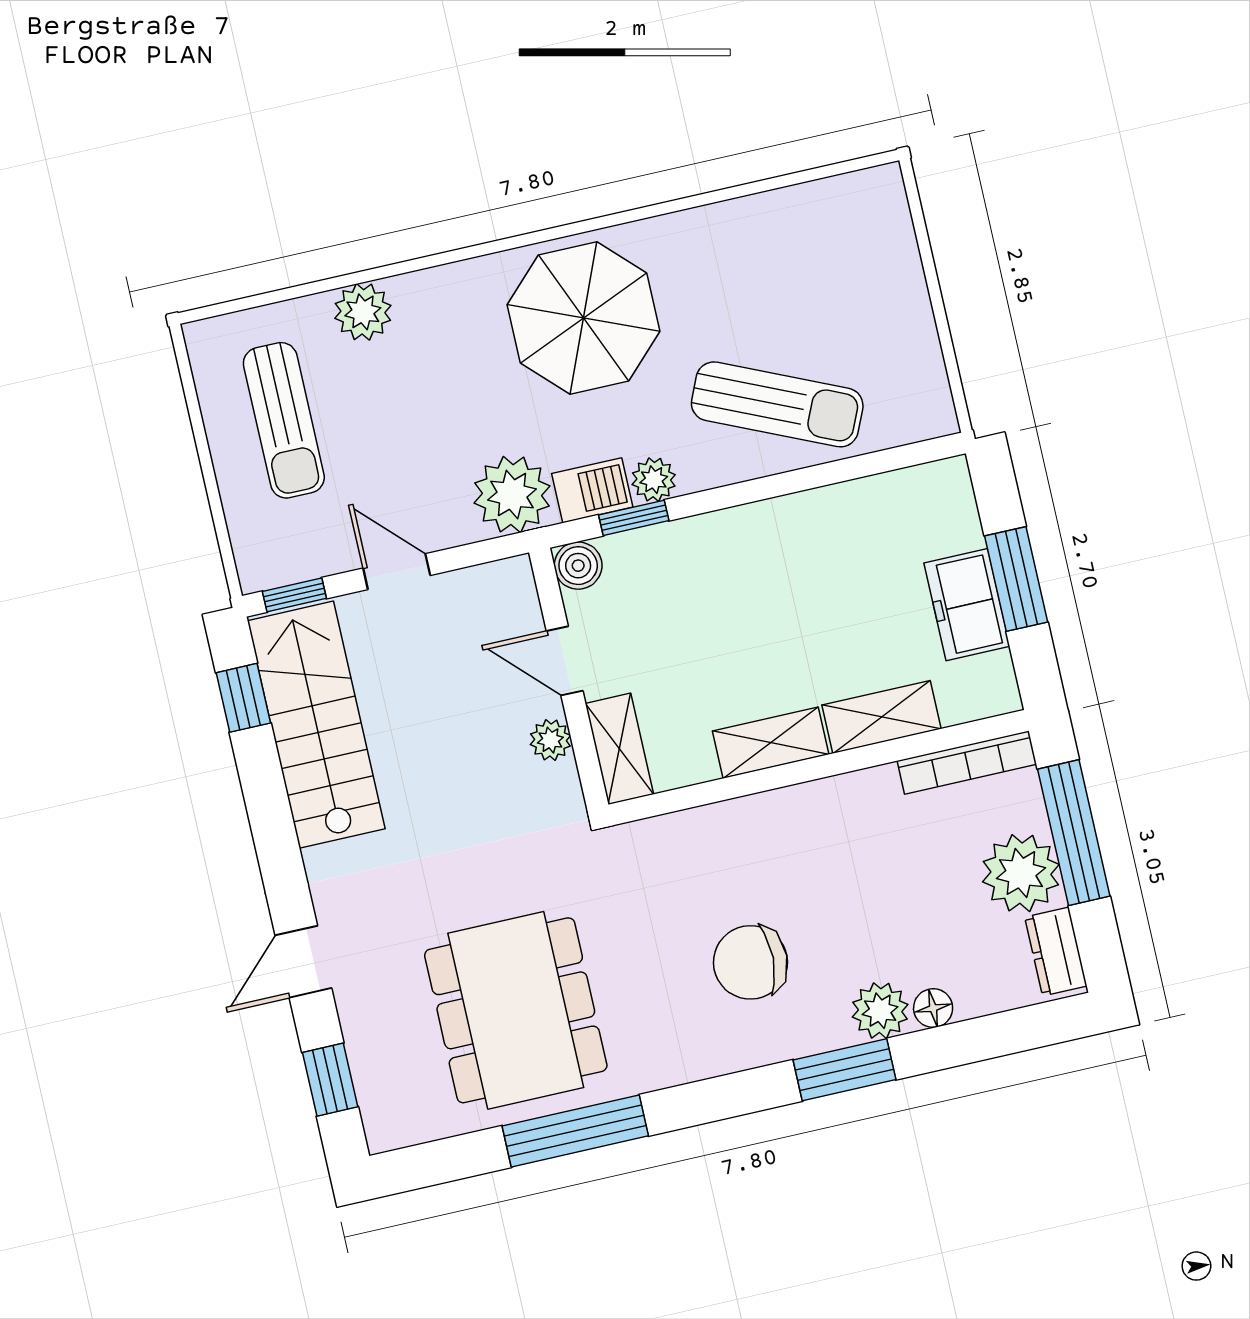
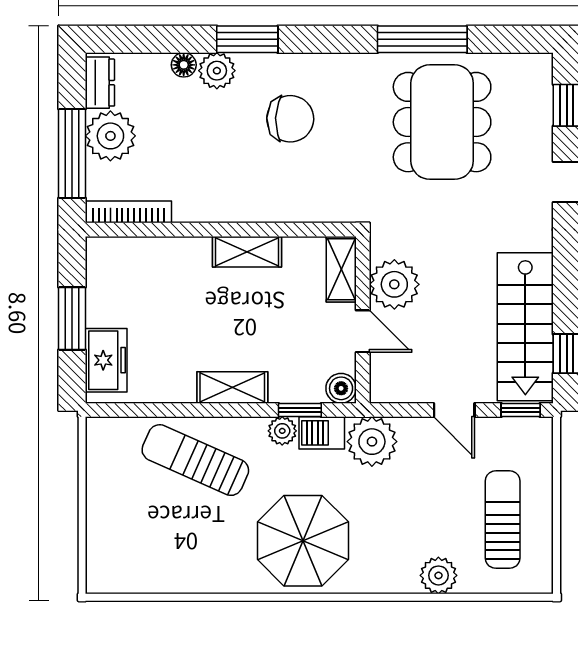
freezer: (967, 605) -> (106, 360), moved
shelving: (882, 717) -> (232, 388), moved
plant: (550, 740) -> (394, 284), width x1.87, depth x1.87

